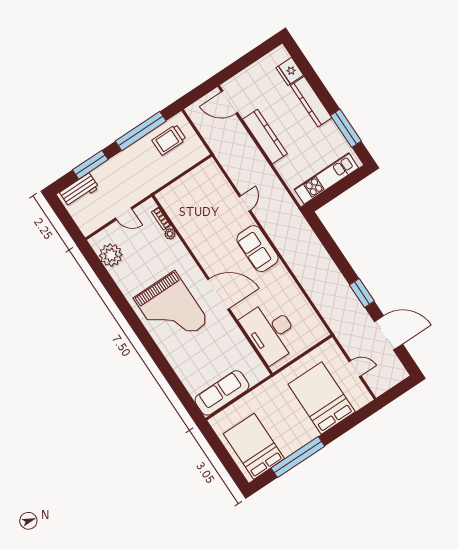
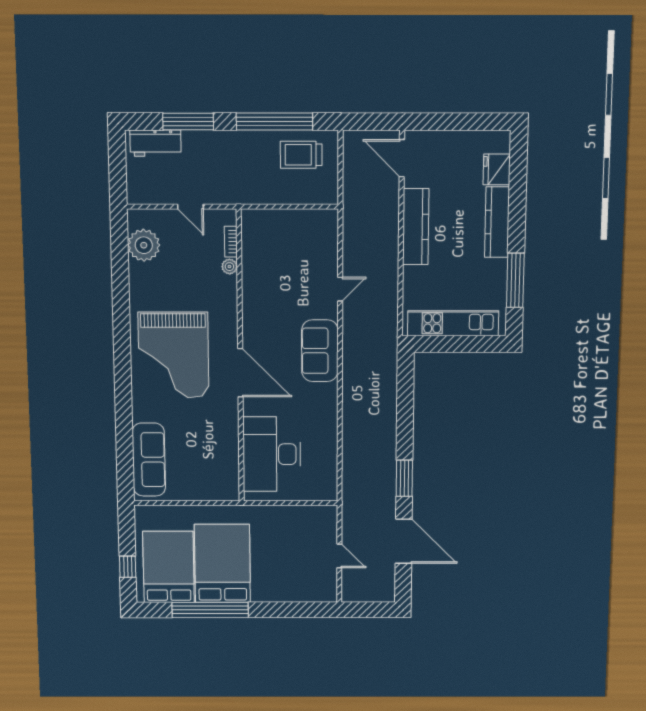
sofa: (222, 393) -> (149, 460), moved, turned 90
bed: (322, 398) -> (222, 564), moved
window: (229, 463) -> (128, 567), added

